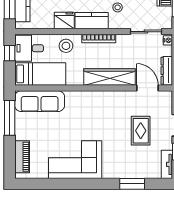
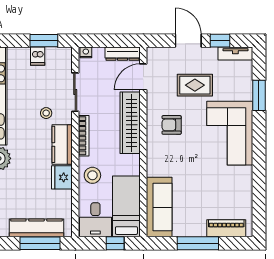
sliding door: (146, 32) -> (75, 92), moved
window: (10, 53) -> (115, 243), moved
armchair: (108, 111) -> (172, 125), added
window: (10, 118) -> (198, 243), moved
corner sofa: (75, 160) -> (230, 133), moved

